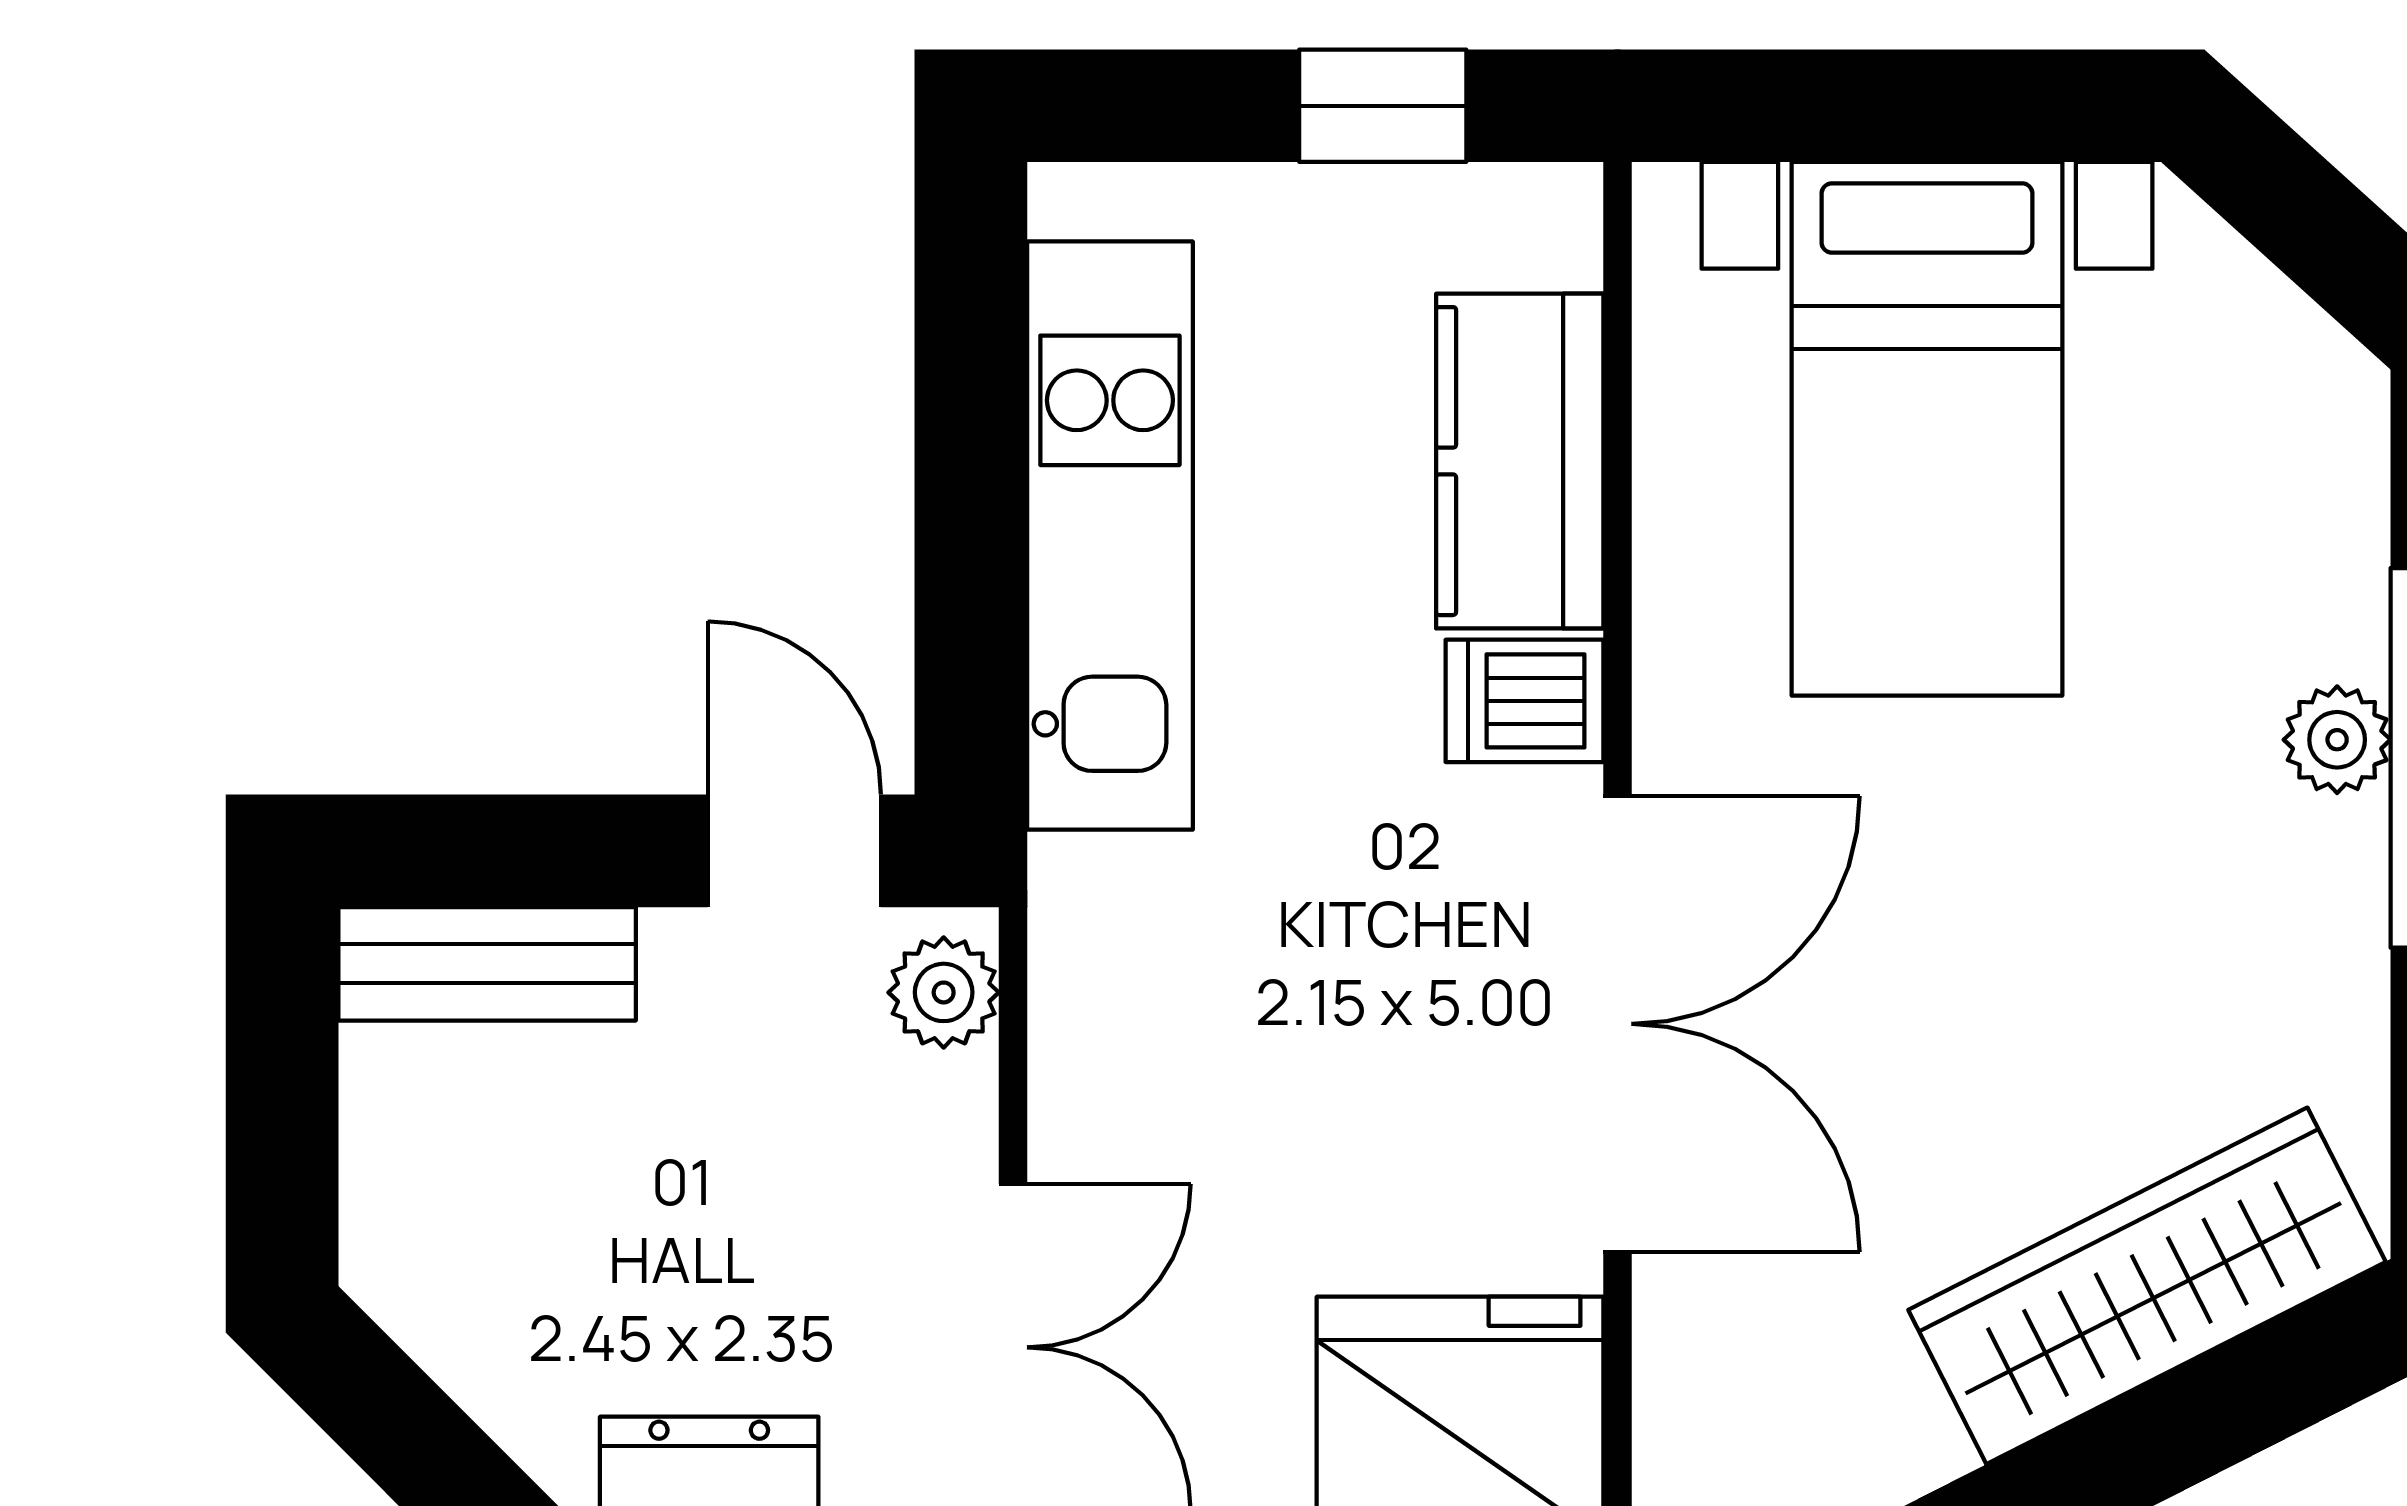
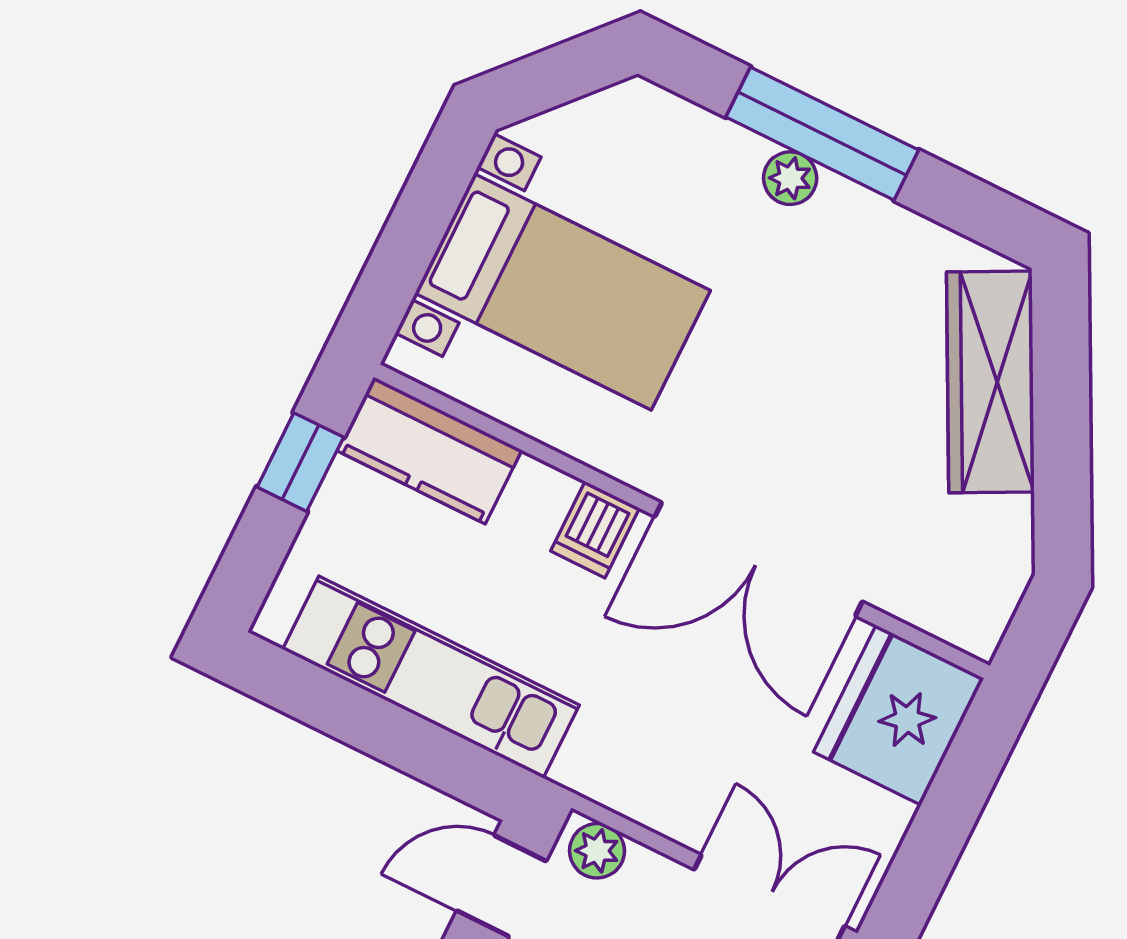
kitchen counter: (1520, 461) -> (429, 450), moved
double door: (1617, 1024) -> (758, 559), swing flipped

